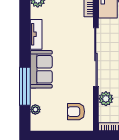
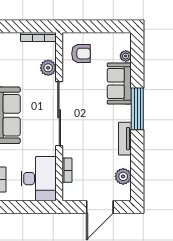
sofa: (41, 69) -> (119, 84), moved
window: (25, 86) -> (137, 109), moved

